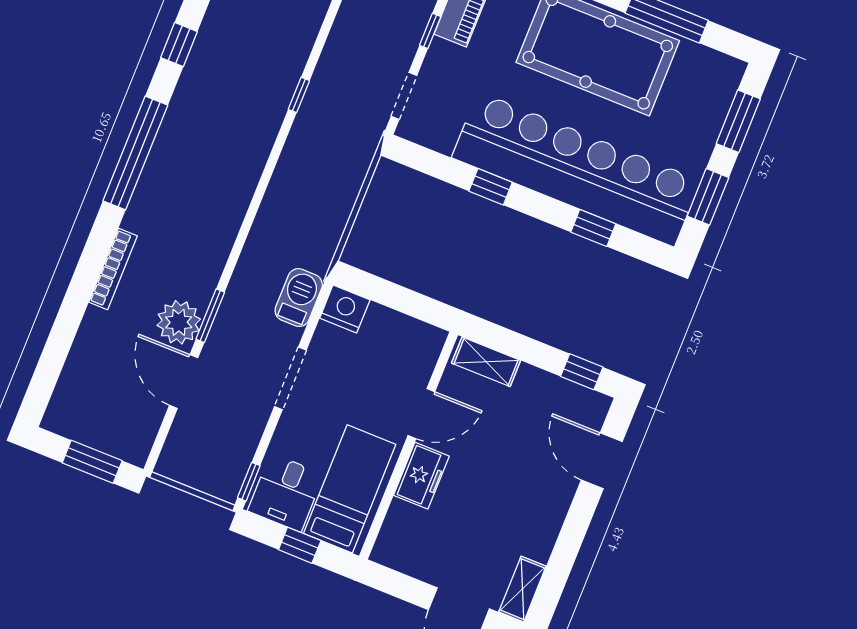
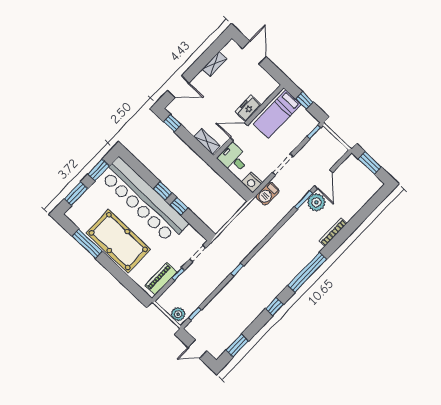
window: (593, 228) -> (163, 191), moved
door: (602, 461) -> (178, 87), hinge flipped
desk: (286, 493) -> (233, 158), moved, turned -90
shelving: (522, 589) -> (214, 64), moved

